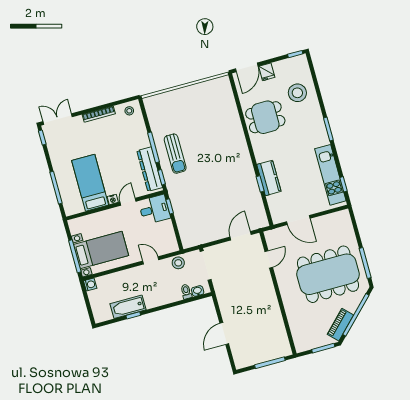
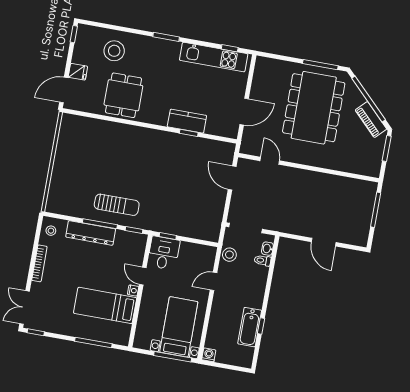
door: (247, 67) -> (64, 90), swing flipped
dresser: (150, 169) -> (91, 233), moved

